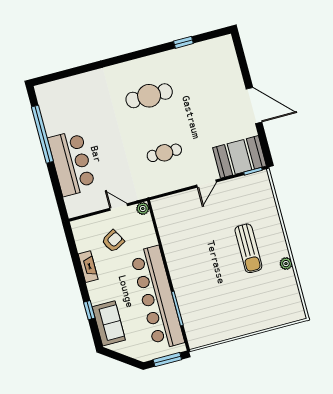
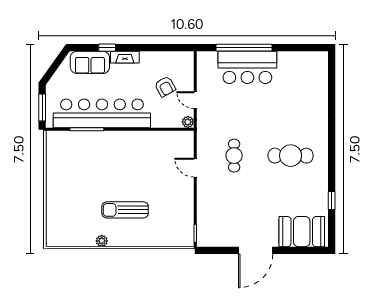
cafe table: (149, 96) -> (291, 156), turned 90
window: (42, 134) -> (244, 48), moved
booth: (239, 157) -> (302, 232), moved, turned 90
door: (206, 184) -> (195, 168), moved
door: (119, 207) -> (195, 100), swing flipped
fireplace: (88, 267) -> (125, 57), moved

